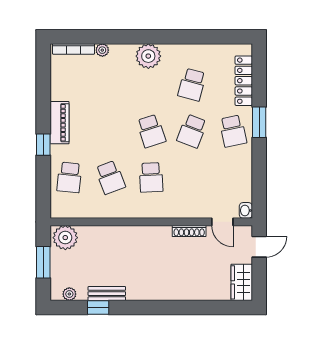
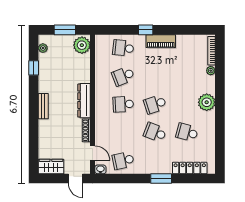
school desk: (233, 131) -> (123, 161), moved
door: (222, 222) -> (93, 153), swing flipped
dresser: (146, 234) -> (84, 101), added
bench: (107, 294) -> (43, 106), moved

